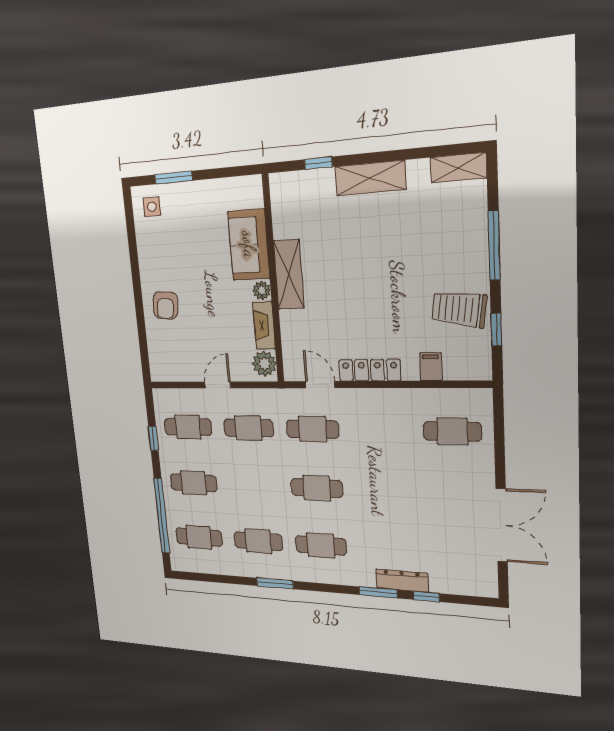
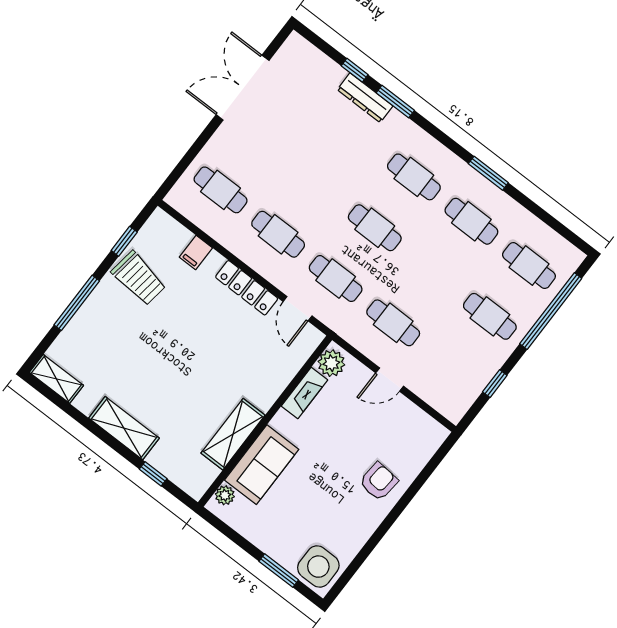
side table: (152, 207) -> (318, 567), width x1.87, depth x1.87
shelving: (289, 274) -> (233, 434), moved
plant: (262, 290) -> (225, 495), moved
cafe table: (188, 427) -> (278, 234), moved

